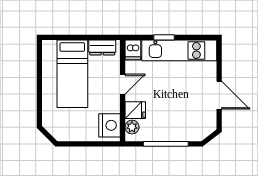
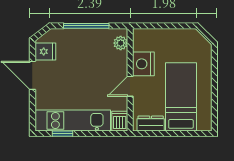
window: (164, 37) -> (62, 134), moved
fridge: (135, 110) -> (45, 52), moved, turned 180
nightstand: (109, 125) -> (143, 64), moved

